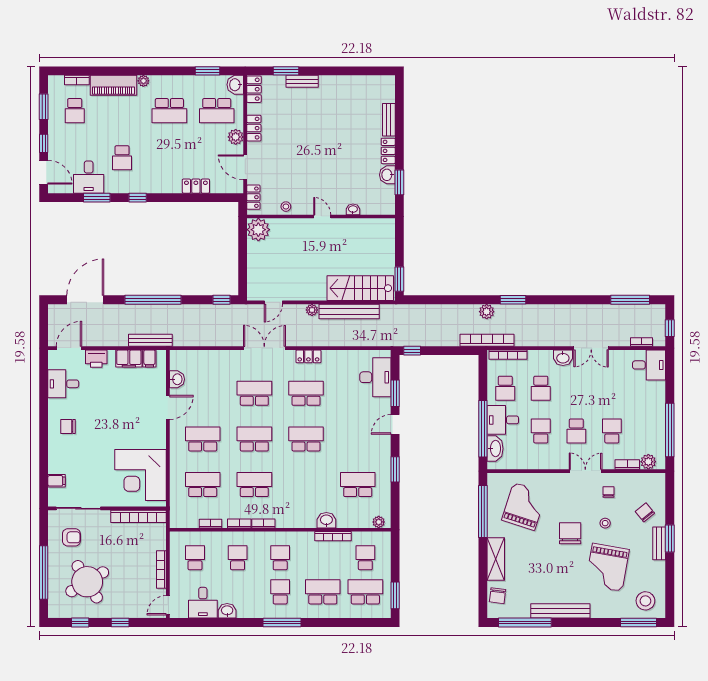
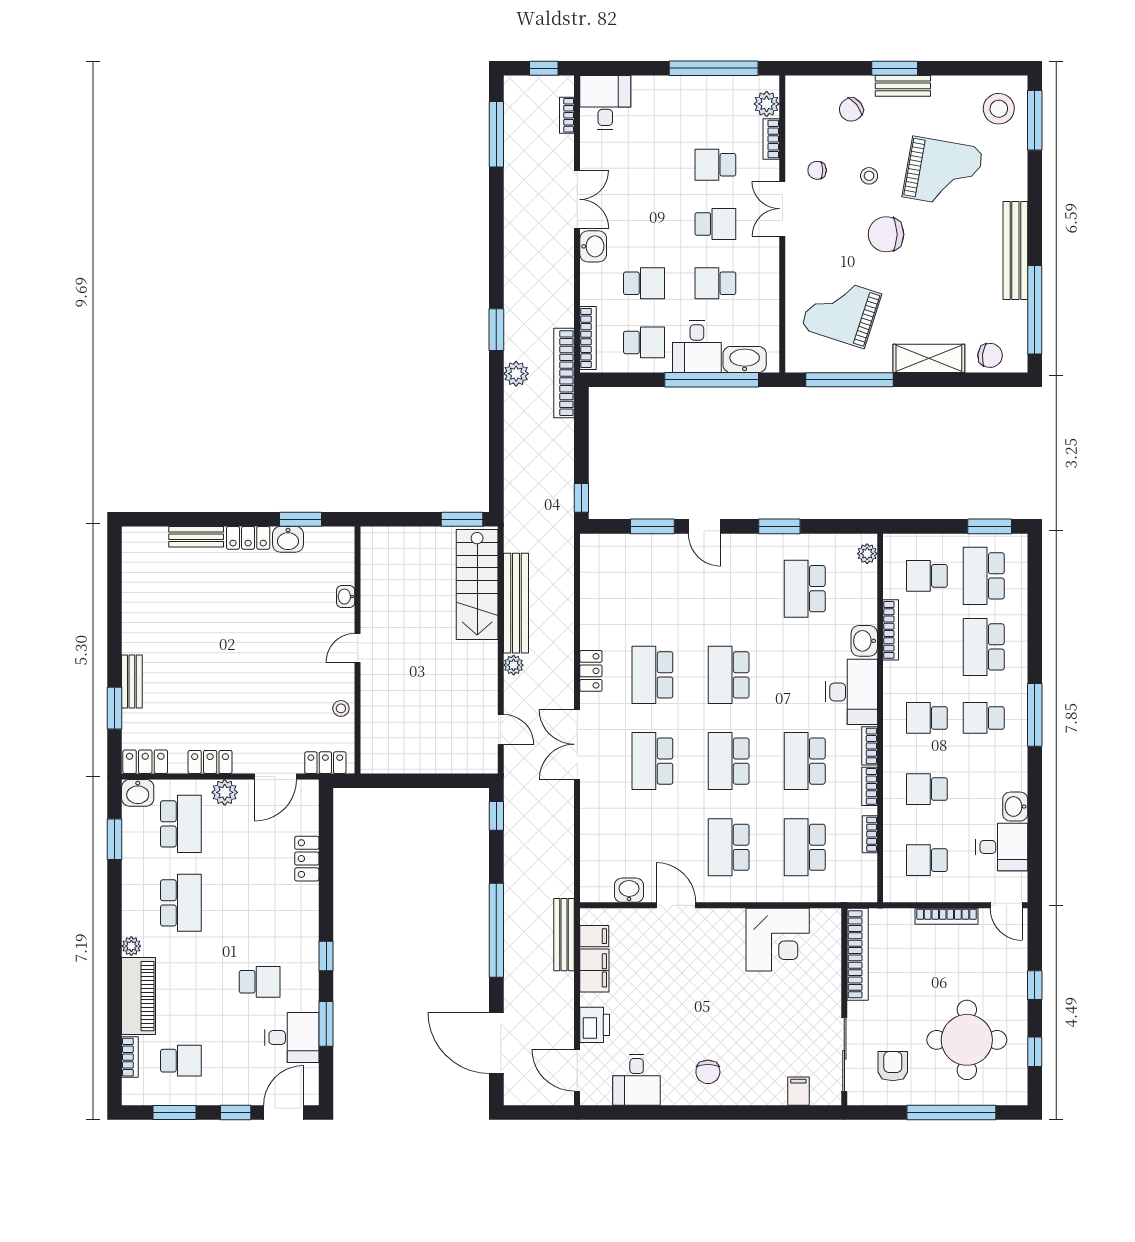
plant: (258, 230) -> (379, 754), removed
desk: (375, 377) -> (851, 692), moved, turned 90
corner desk: (141, 475) -> (778, 940), width x0.74, depth x0.74
round table: (87, 582) -> (967, 1040), turned 31

